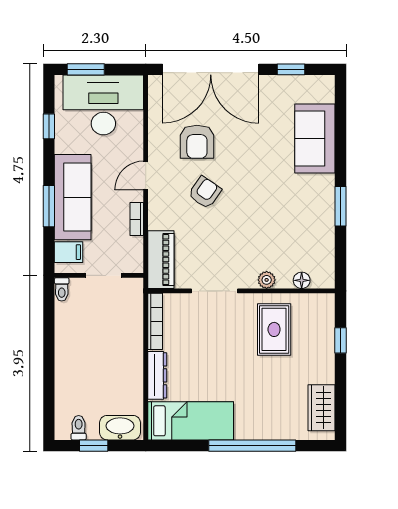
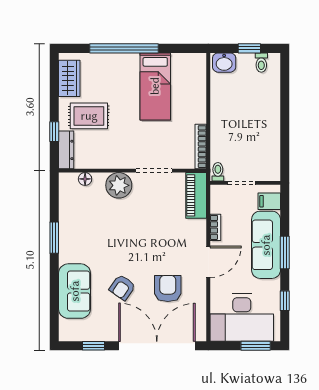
door: (146, 176) -> (208, 262), width x1.38
armchair: (205, 192) -> (122, 287), moved
window: (49, 206) -> (285, 252), moved
plant: (267, 280) -> (119, 185), width x1.87, depth x1.87
toilet: (62, 289) -> (218, 172), moved
rug: (274, 329) -> (89, 116), moved, turned 90
dresser: (157, 375) -> (66, 150), moved, turned 180
bed: (191, 421) -> (155, 86), moved, turned -90
washbasin: (120, 428) -> (224, 63), width x0.72

